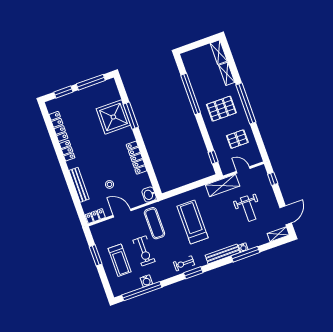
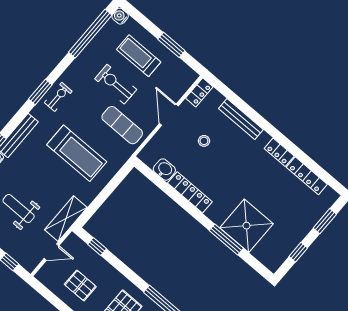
window: (91, 82) -> (298, 252), width x0.46
pallet: (237, 139) -> (80, 285), turned 90
washbasin: (149, 195) -> (164, 170), moved
door: (122, 213) -> (169, 115), swing flipped
water cooler: (146, 281) -> (120, 16), moved

